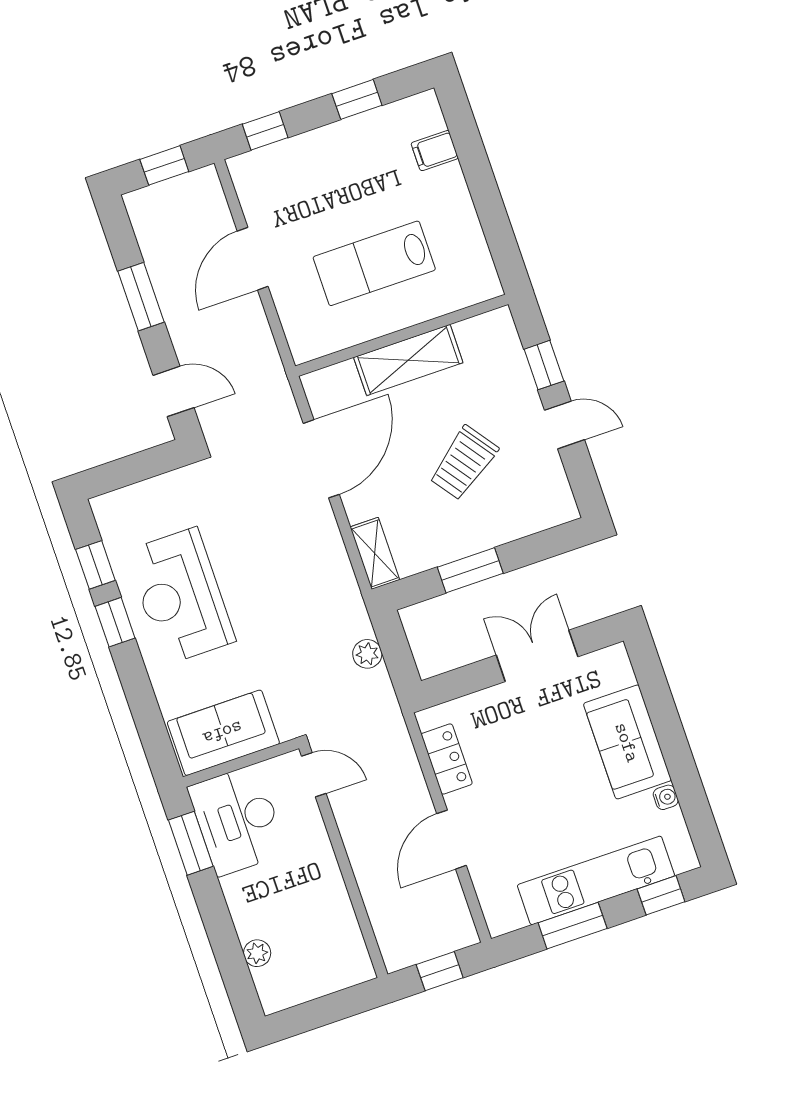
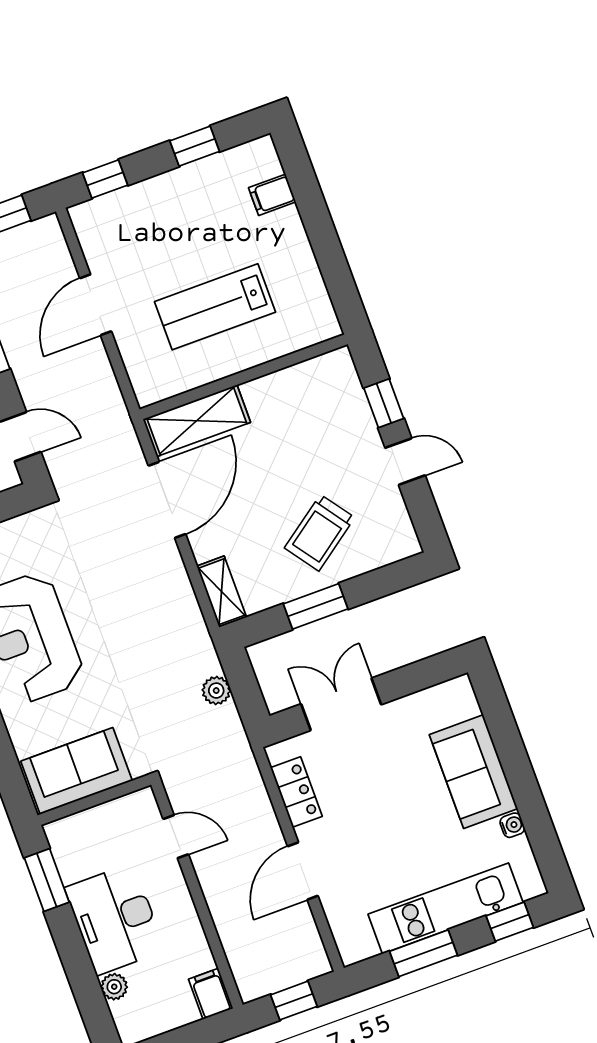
shelving: (408, 360) -> (197, 421), moved
trolley: (463, 463) -> (320, 533), moved
double door: (537, 656) -> (341, 704), moved
door: (314, 775) -> (176, 837), moved
desk: (237, 820) -> (115, 919), moved
filing cabinet: (355, 963) -> (211, 994), added

